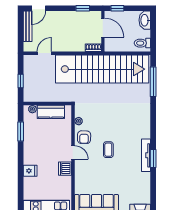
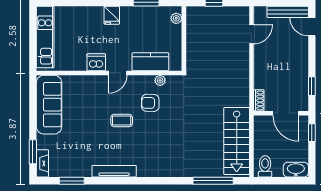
door: (103, 28) -> (286, 113), hinge flipped
door: (44, 53) -> (251, 34), hinge flipped
stairs: (102, 69) -> (237, 141), width x0.54, depth x0.66
kitchen counter: (51, 112) -> (150, 62), moved, turned 90
armchair: (84, 137) -> (150, 103), moved
window: (153, 158) -> (72, 181), moved
fridge: (30, 171) -> (112, 15), moved

